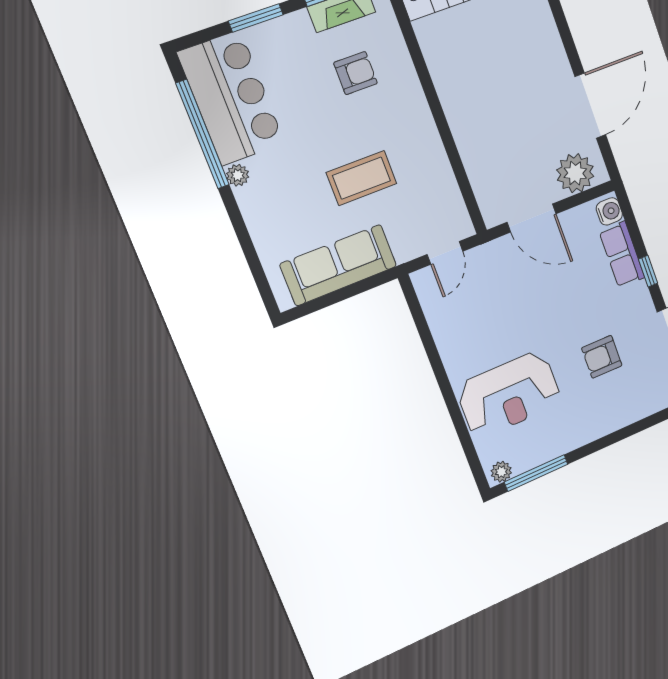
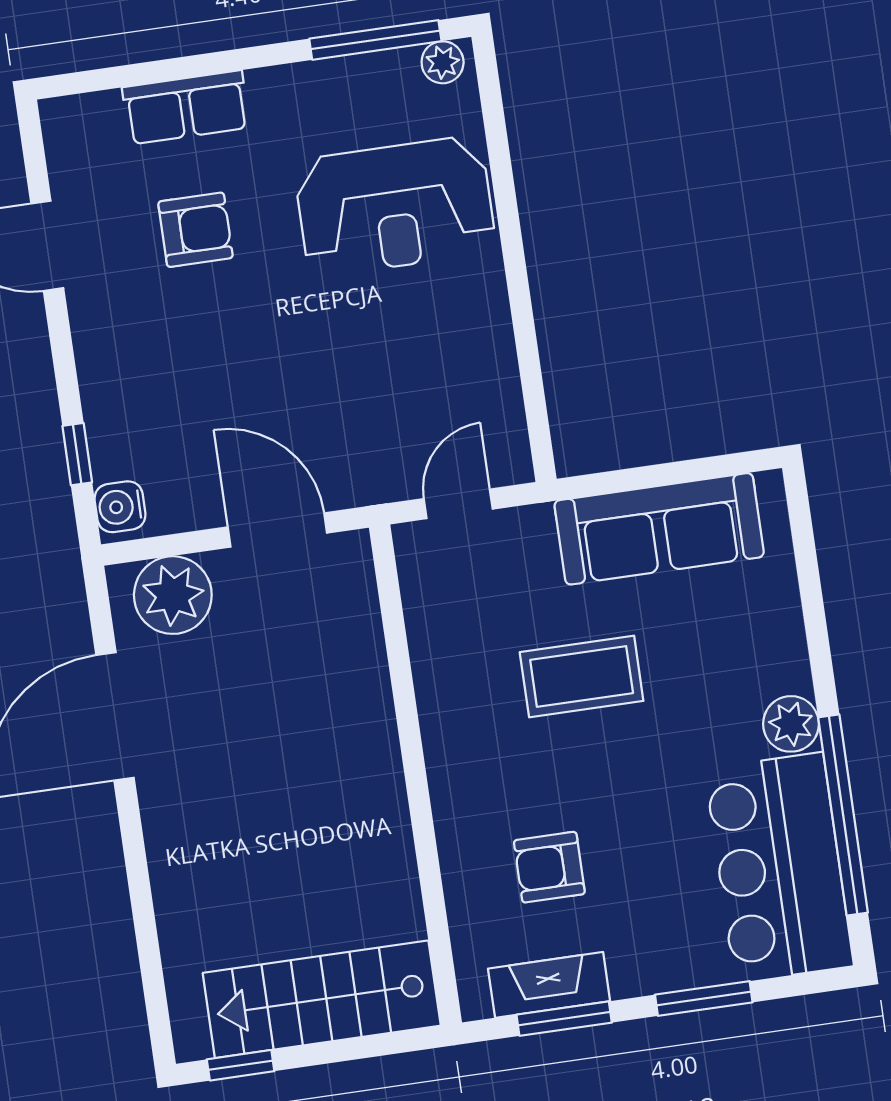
plant: (238, 175) -> (791, 724), width x1.38, depth x1.38
row of seats: (622, 255) -> (186, 107), moved, turned 90
window: (648, 271) -> (77, 454), moved
reception desk: (509, 394) -> (395, 206), turned 180

